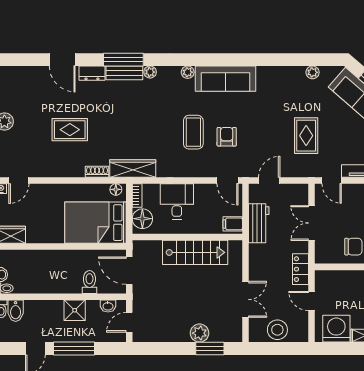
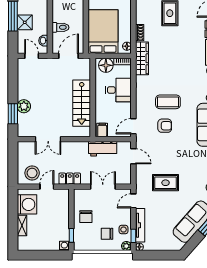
shower: (75, 310) -> (25, 22), moved
stool: (277, 330) -> (32, 173), moved

